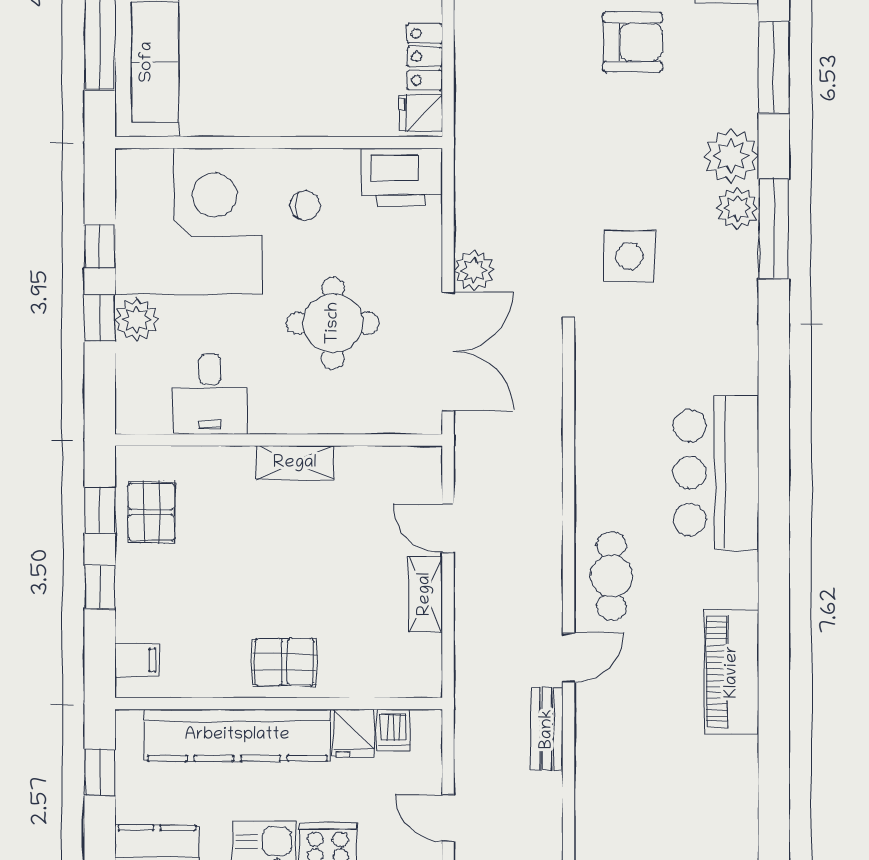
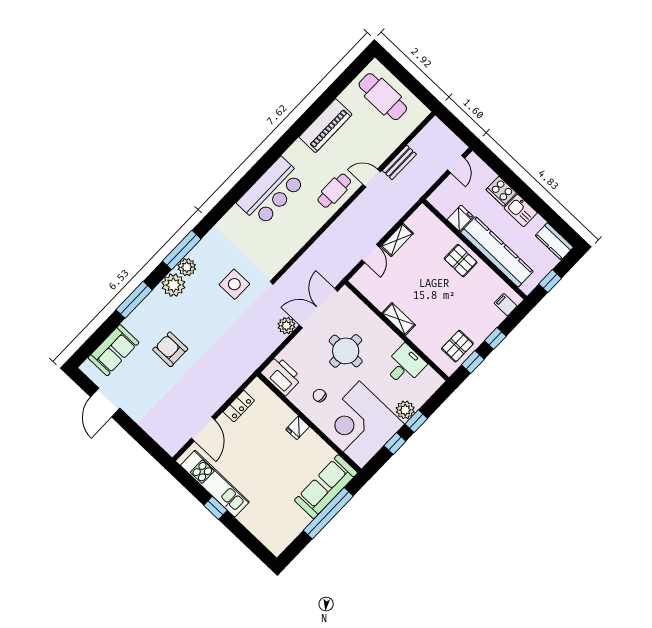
fridge: (421, 113) -> (298, 428), moved, turned 90
dishwasher: (393, 730) -> (447, 207), removed
cafe table: (681, 814) -> (383, 97), added

